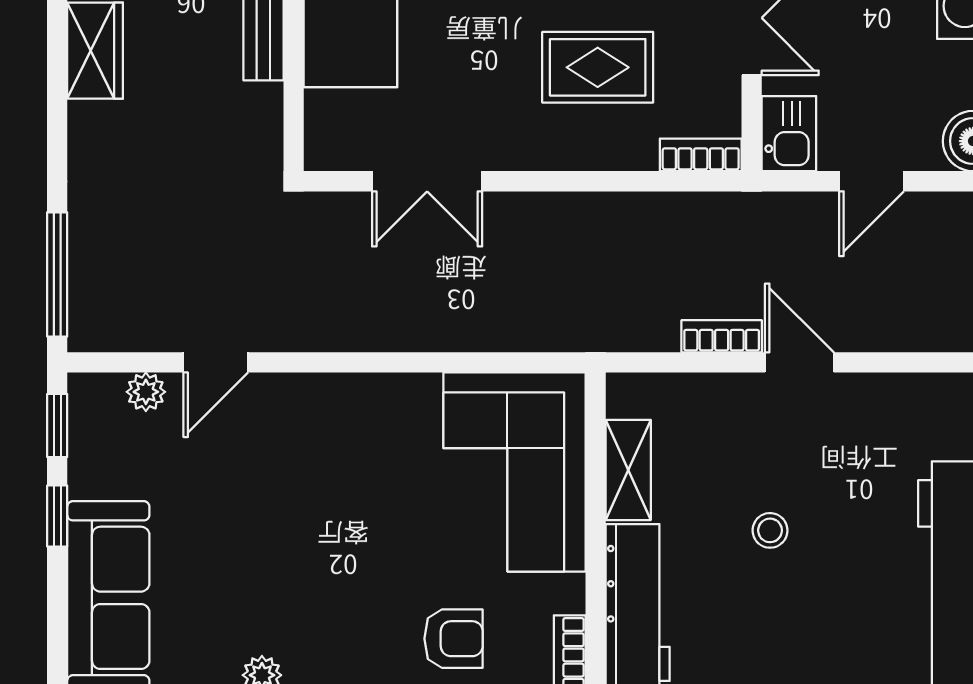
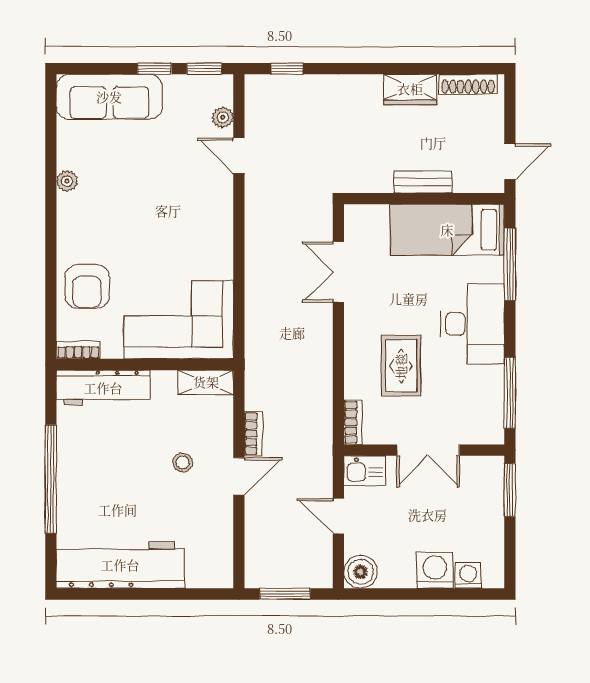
window: (57, 274) -> (287, 69), width x0.46
shelving: (628, 470) -> (206, 382), moved
stool: (770, 530) -> (183, 462), moved
armchair: (453, 639) -> (87, 286), width x1.38, depth x1.38

